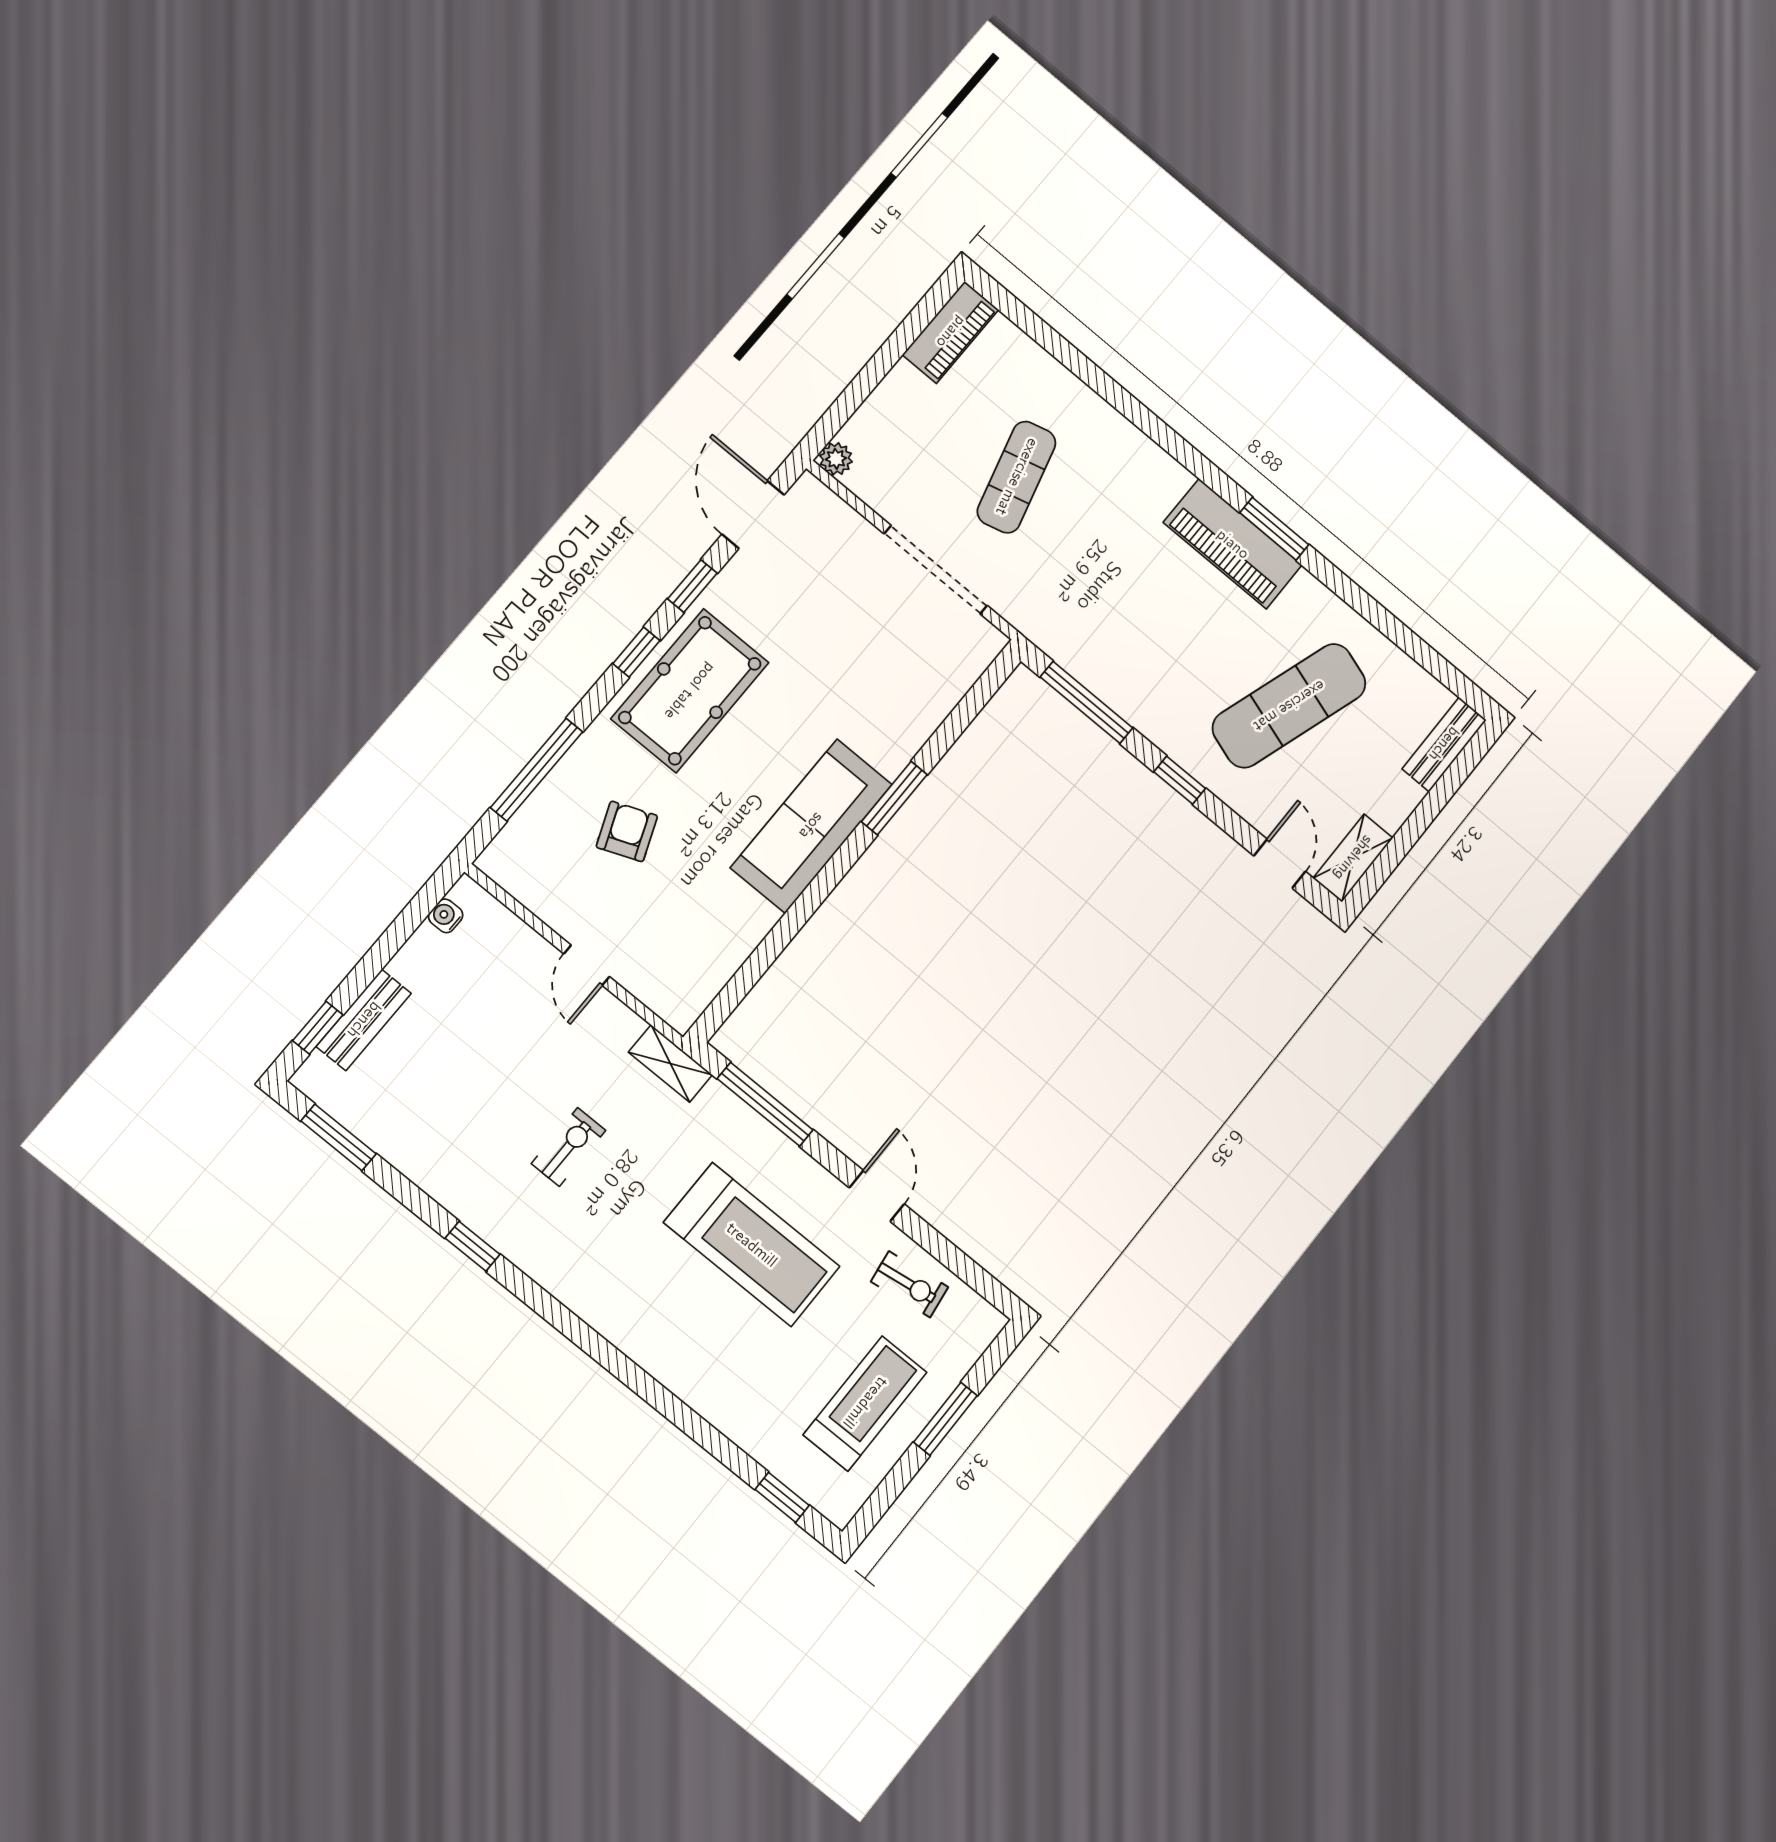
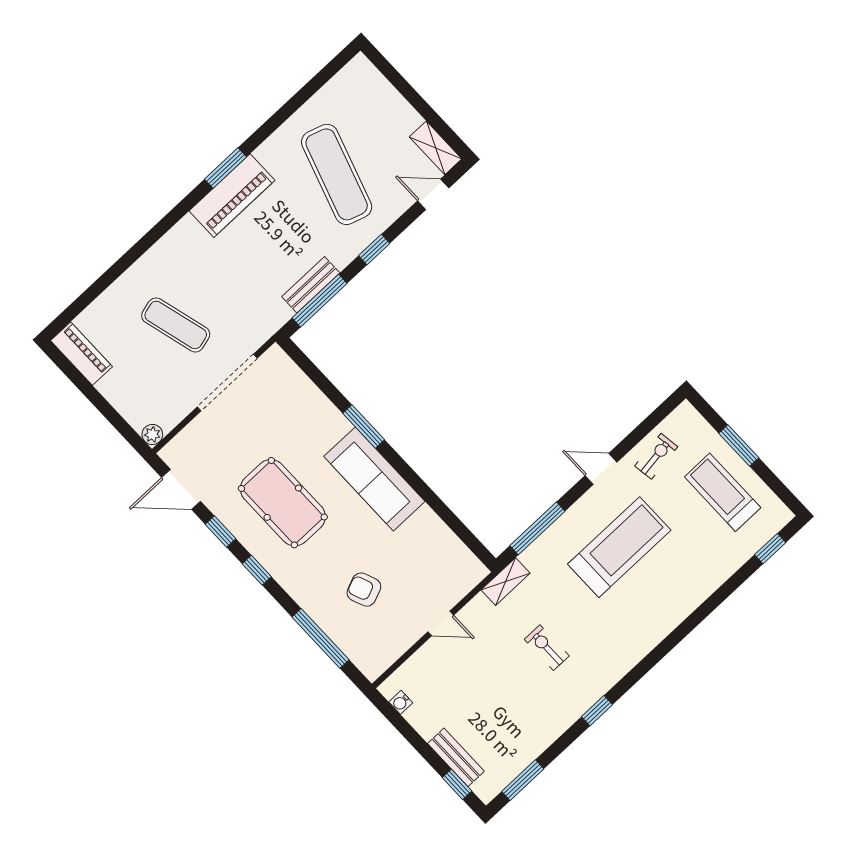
pool table: (690, 691) -> (283, 503), moved
bench: (1444, 744) -> (311, 285), moved, turned 90

